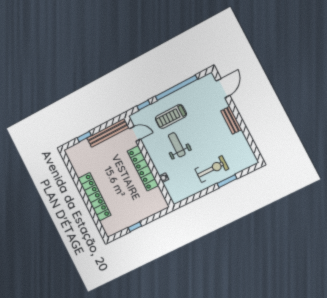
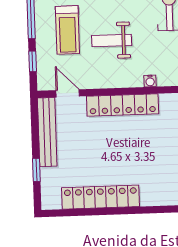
door: (135, 134) -> (68, 93), hinge flipped
locker: (94, 197) -> (100, 197), moved

